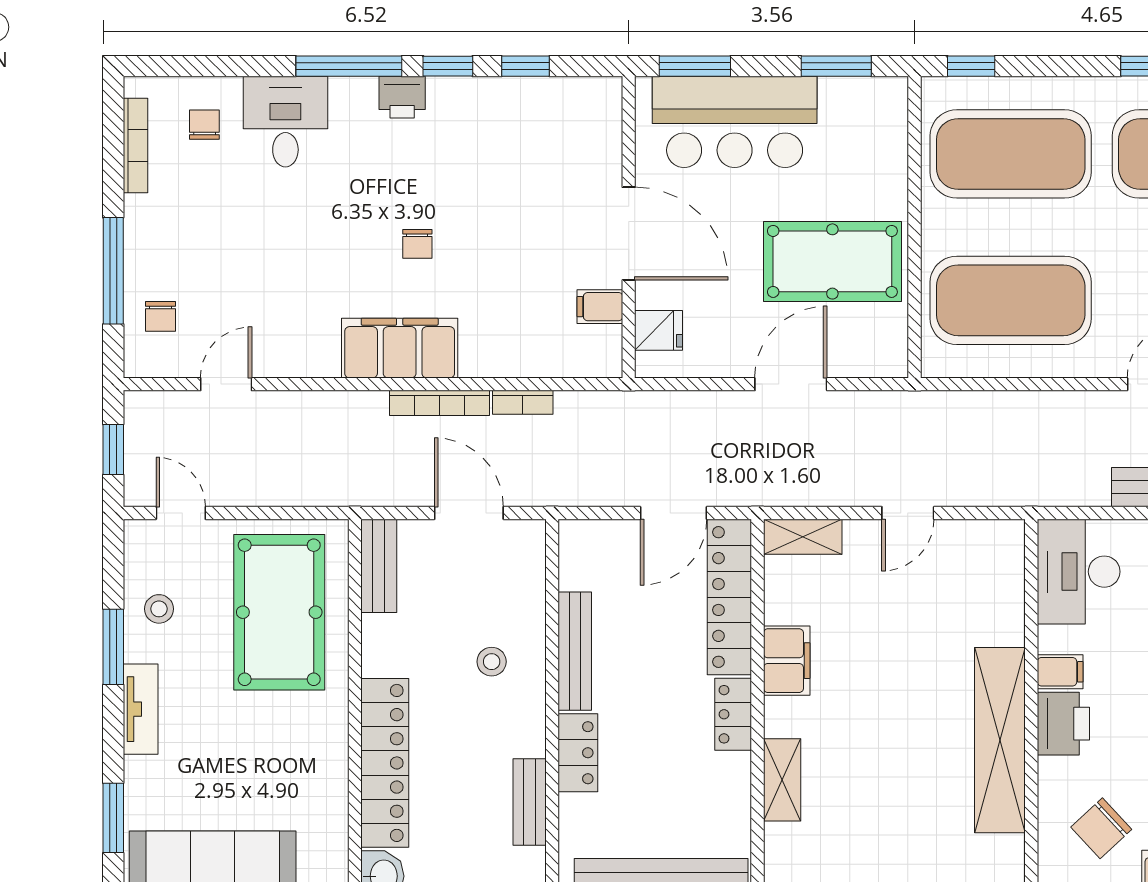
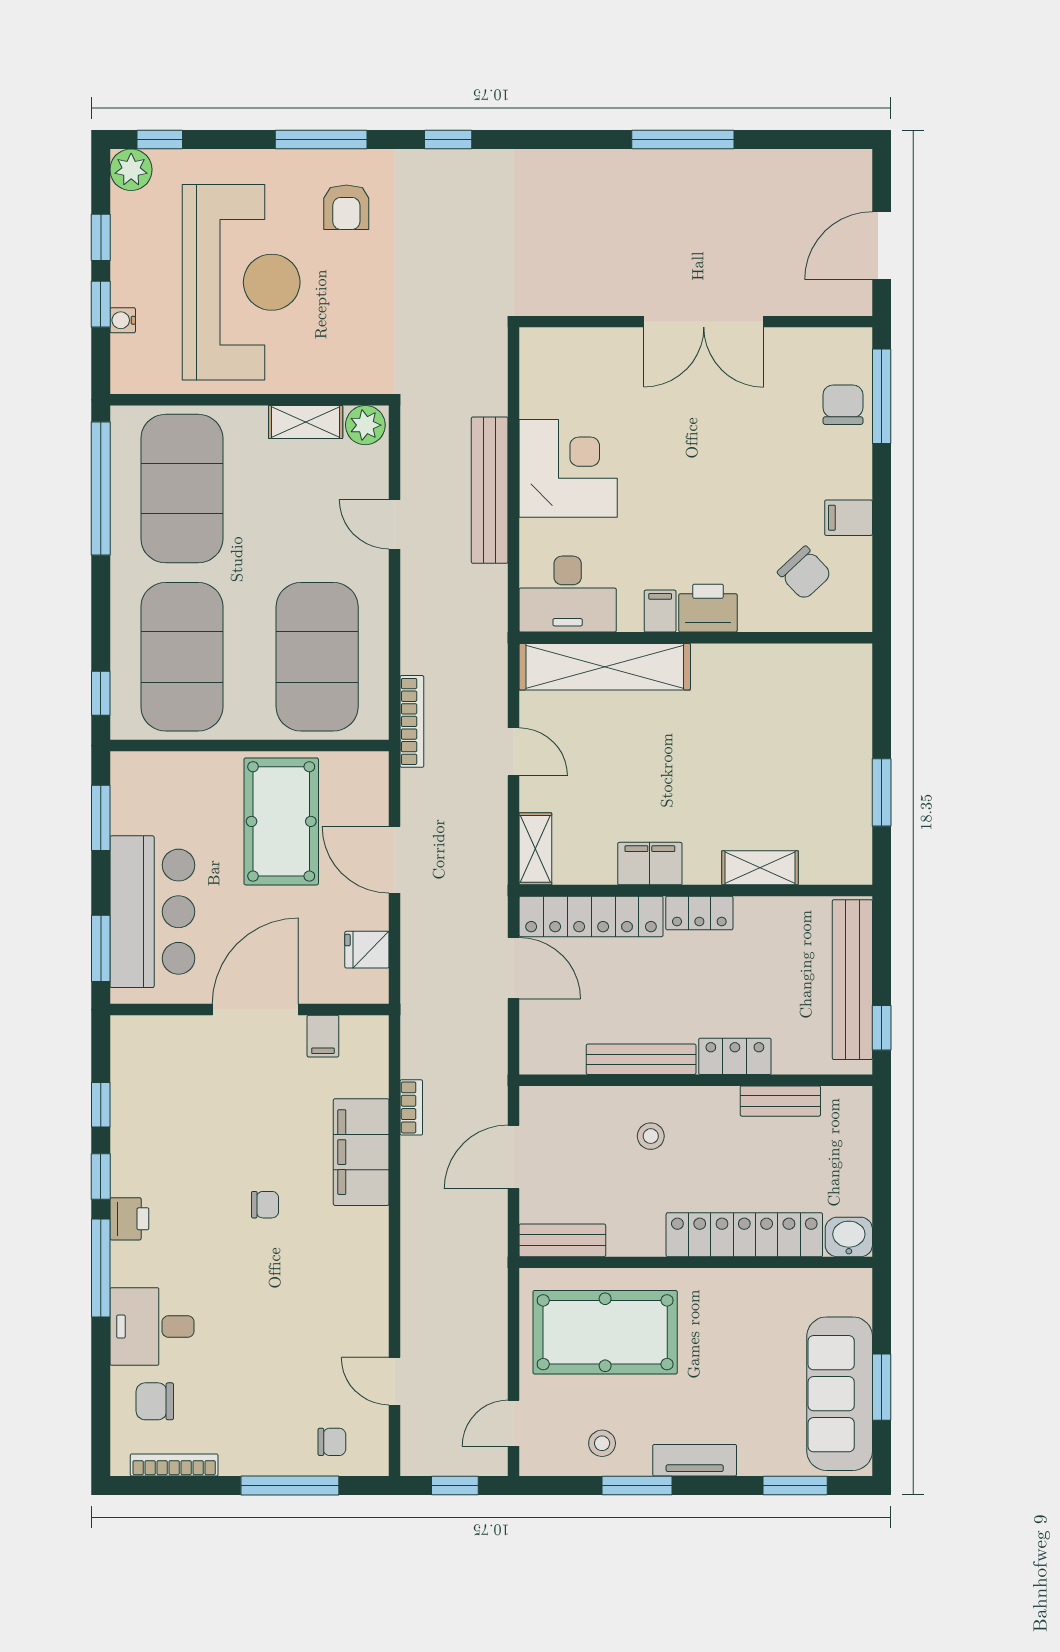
chair: (204, 125) -> (155, 1401), width x1.37, depth x1.37
fridge: (659, 330) -> (367, 950), moved, turned -90
filing cabinet: (400, 348) -> (361, 1152), moved
bookcase: (440, 403) -> (412, 721), moved
shelving: (1000, 740) -> (605, 667), moved

